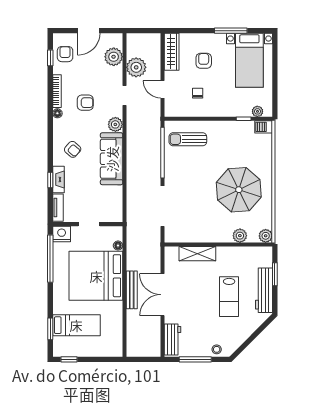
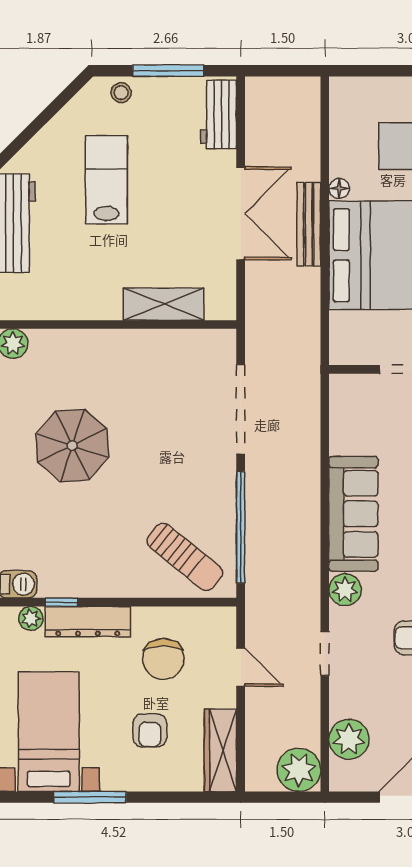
plant: (136, 67) -> (299, 770), moved
chair: (198, 93) -> (163, 659), width x1.87, depth x1.87
dresser: (232, 110) -> (88, 622), added
sun lounger: (188, 139) -> (185, 557), turned 39
parasol: (239, 190) -> (72, 445), width x0.73, depth x0.73
plant: (240, 236) -> (70, 344), removed
floor lamp: (118, 246) -> (339, 188), moved
lab bench: (229, 297) -> (106, 180), moved

